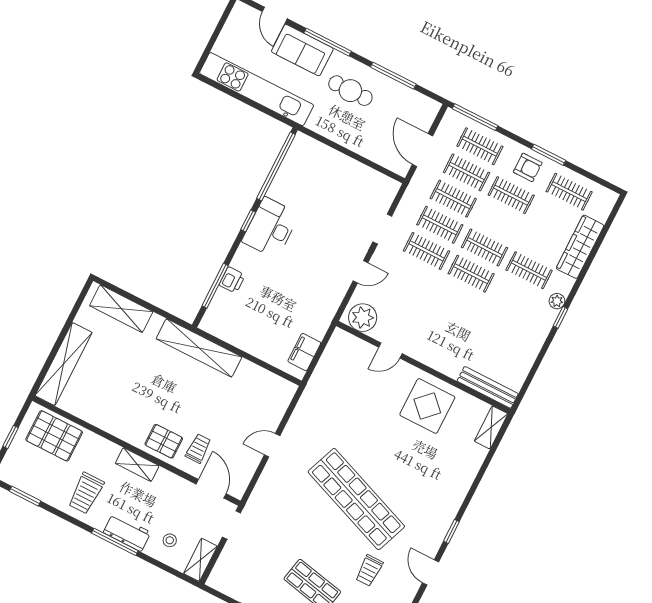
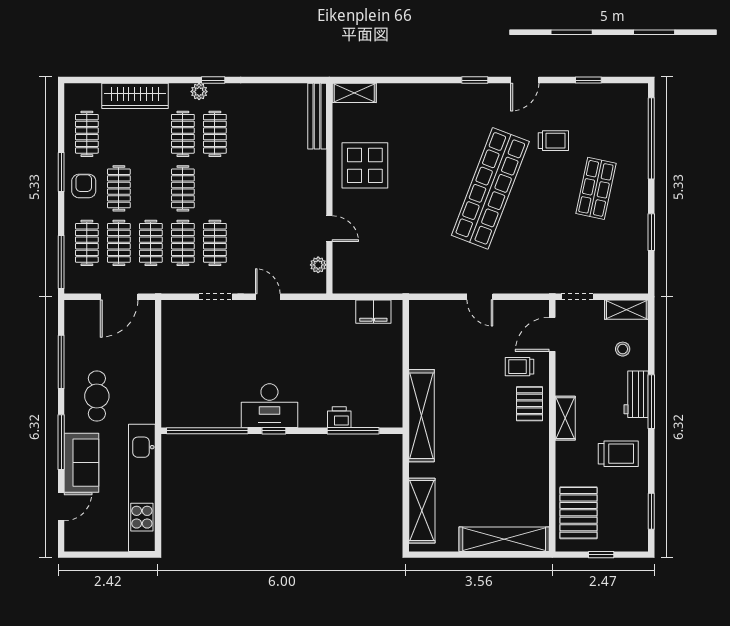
clothes rail: (471, 274) -> (215, 134), moved
plant: (363, 318) -> (318, 265), width x0.53, depth x0.53

